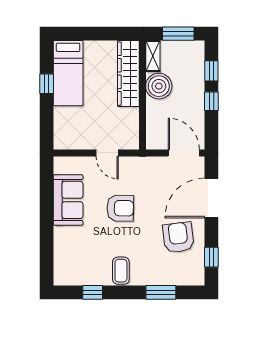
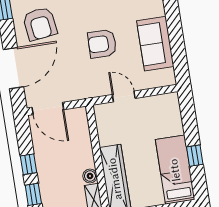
boiler: (159, 86) -> (90, 176), width x0.54, depth x0.54

